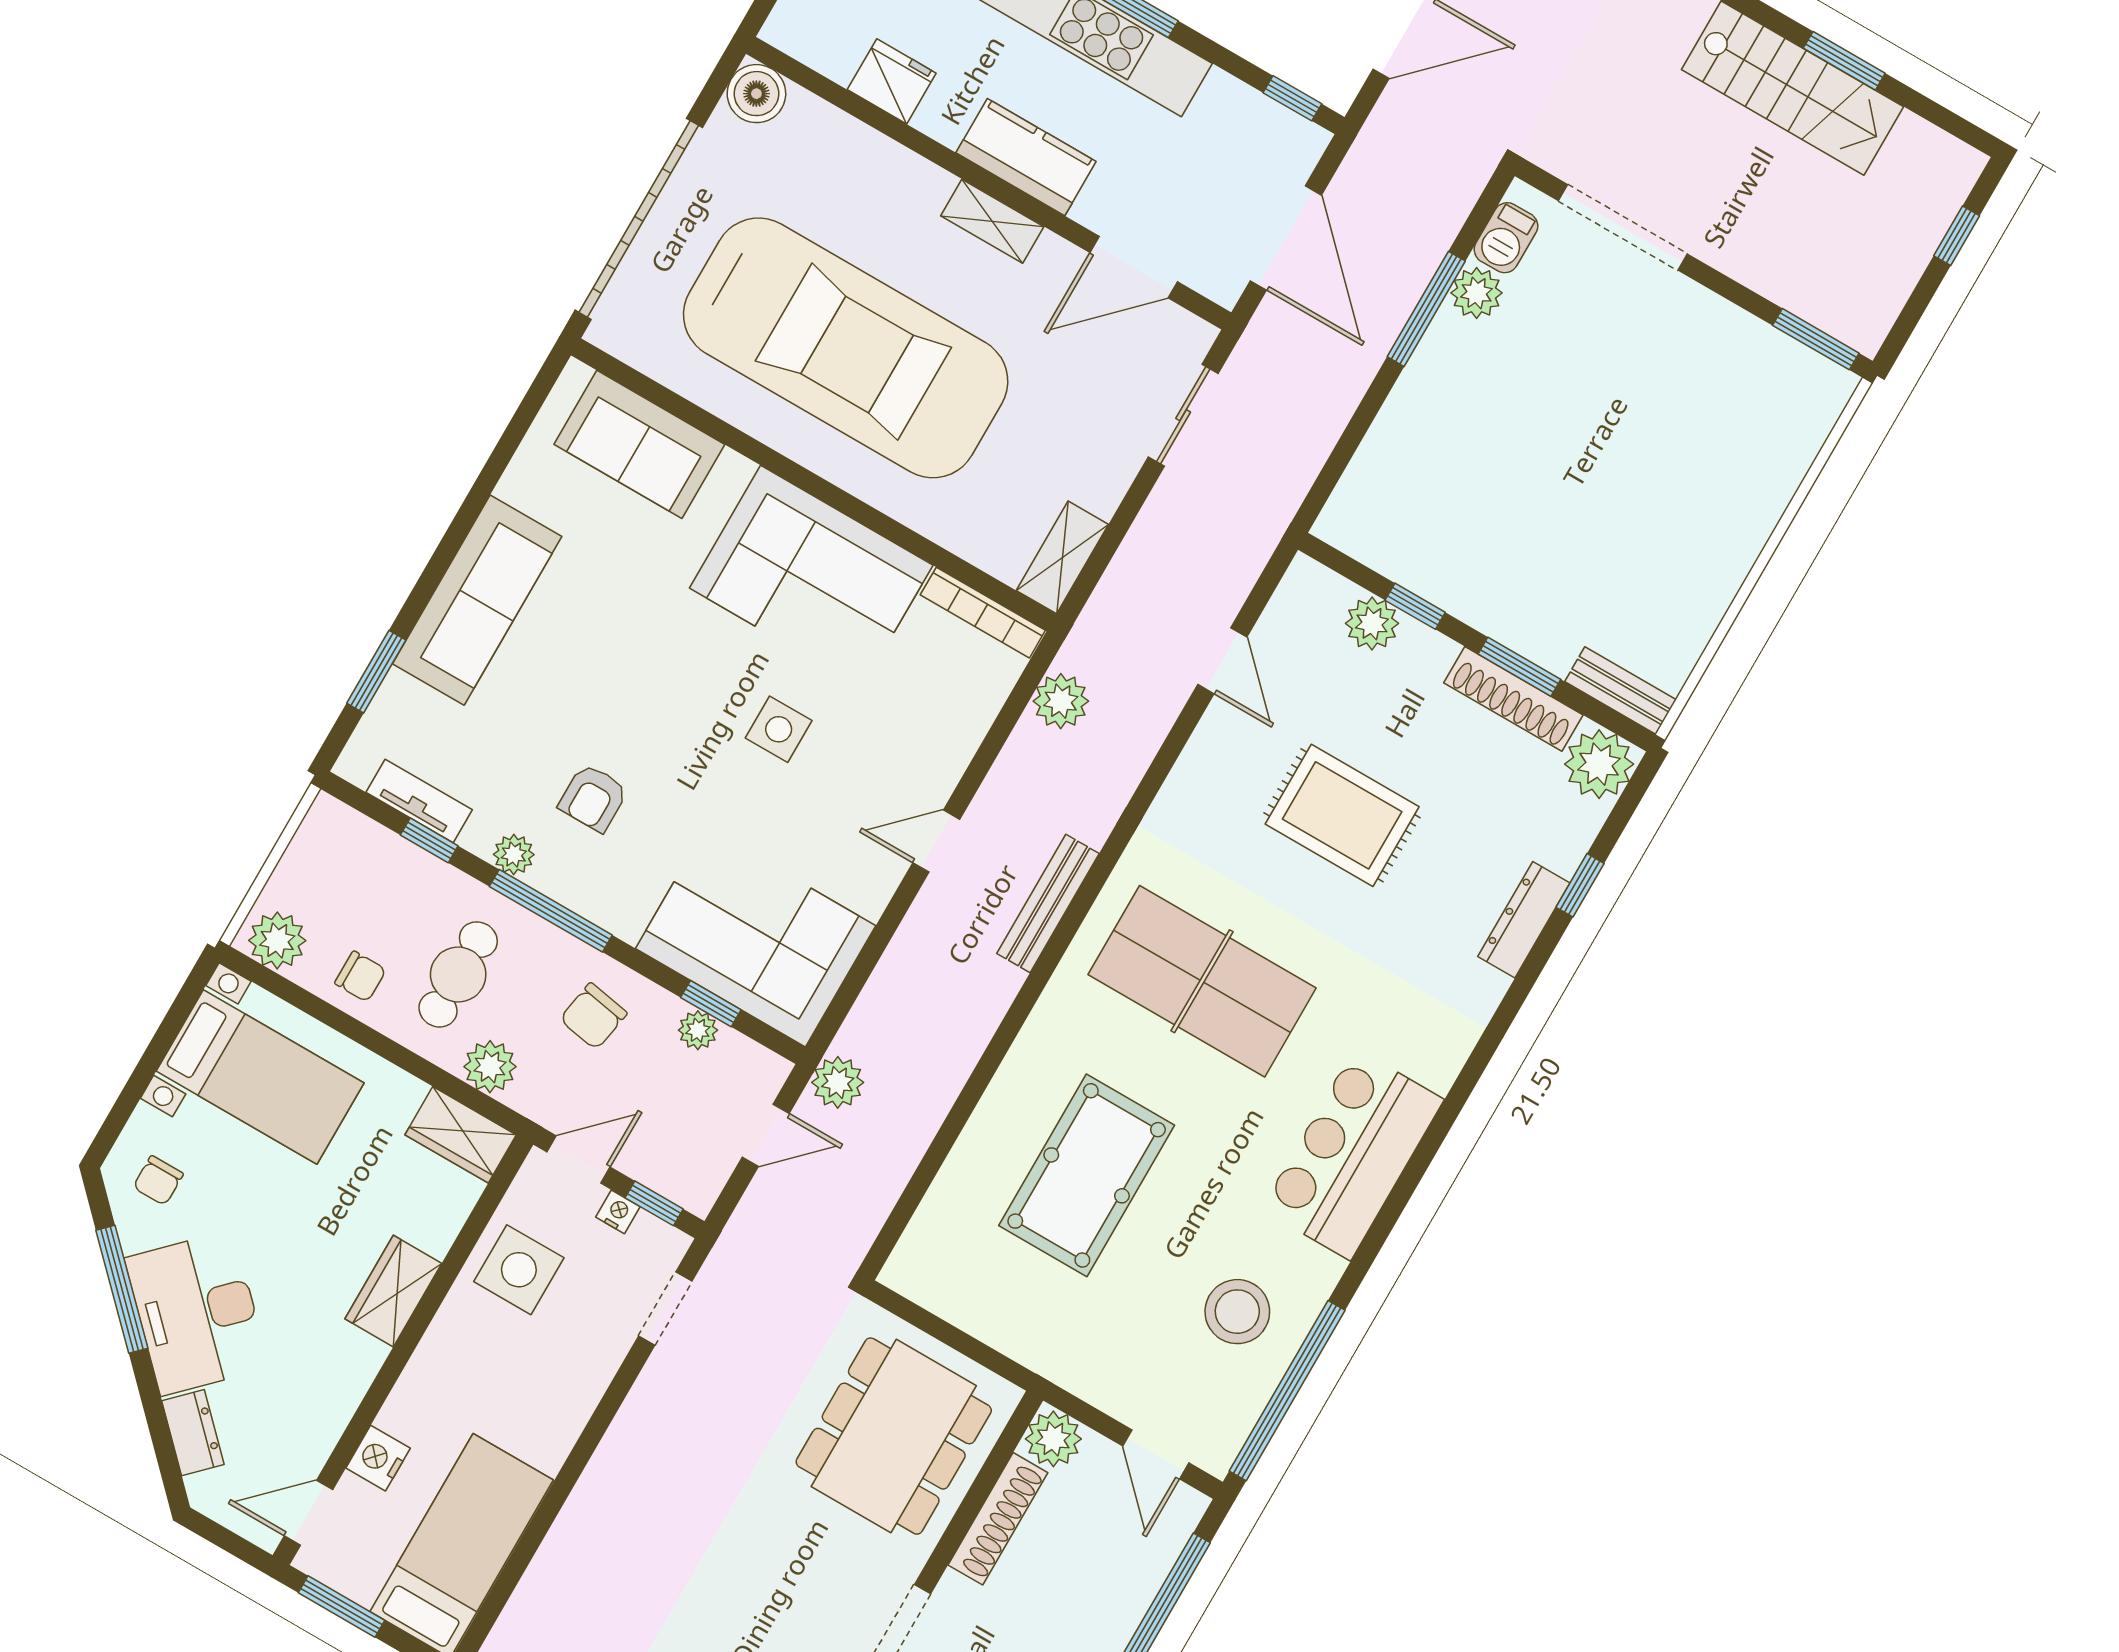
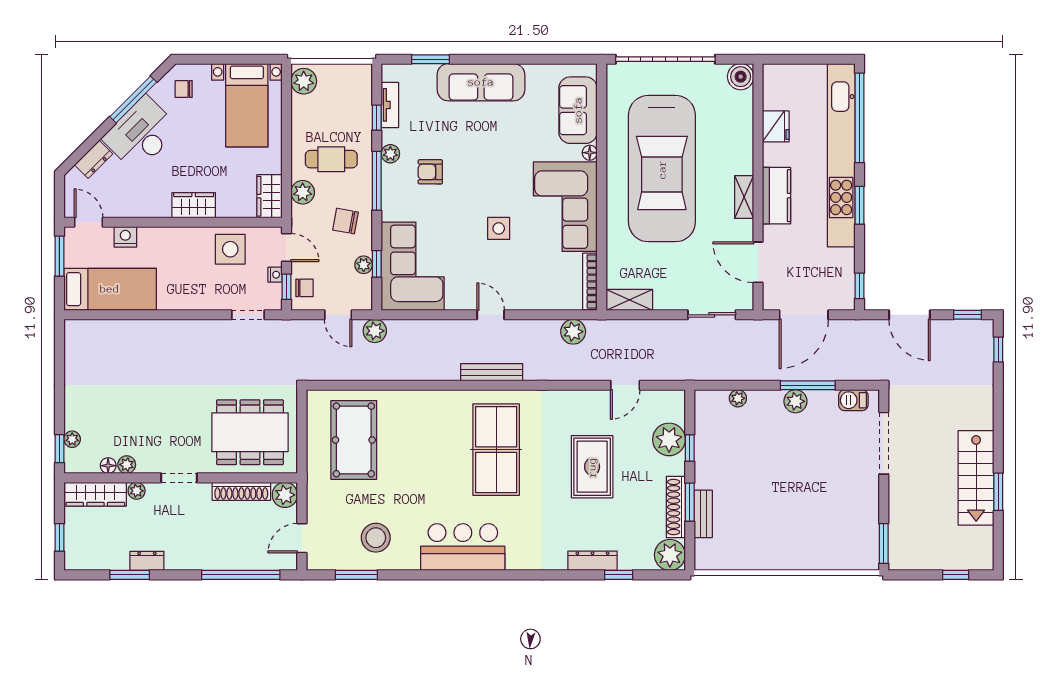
plant: (1477, 293) -> (795, 401), moved
plant: (1373, 458) -> (738, 398), added
floor lamp: (734, 469) -> (590, 153), added
plant: (1372, 623) -> (669, 439), width x1.36, depth x1.36
bench: (1620, 691) -> (703, 514), moved
chair: (360, 976) -> (305, 288), moved, turned -90
pool table: (1087, 1175) -> (354, 440), moved, turned 90
window: (1287, 1391) -> (356, 575), width x0.47

